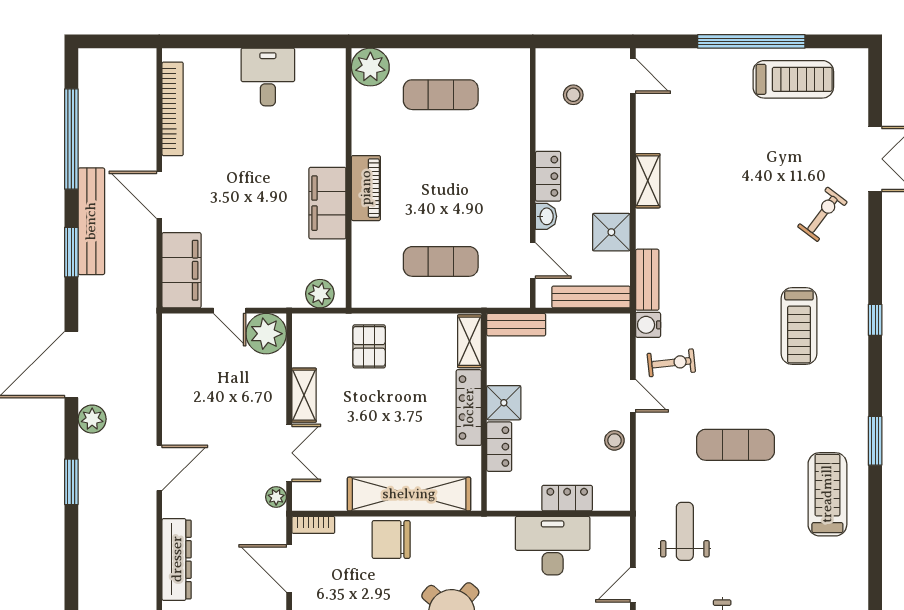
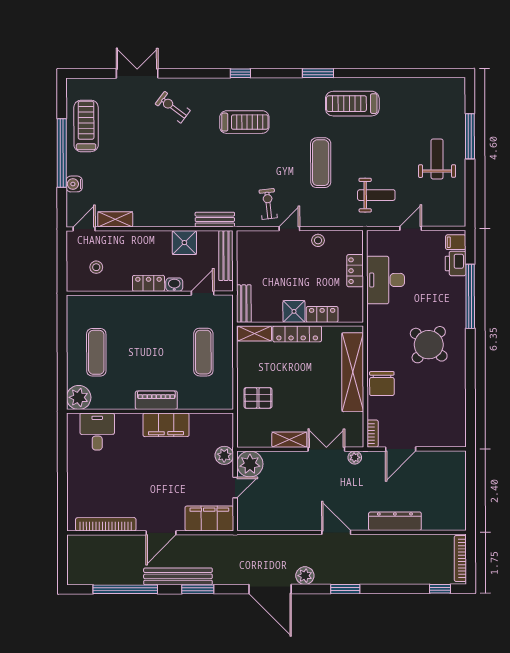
desk: (268, 77) -> (97, 432), moved, turned 90
shelving: (648, 181) -> (115, 219), moved
plant: (320, 294) -> (224, 455), moved
water cooler: (648, 325) -> (74, 184), moved, turned 90
weight bench: (685, 531) -> (376, 195), turned 180
door: (633, 585) -> (411, 228), swing flipped

